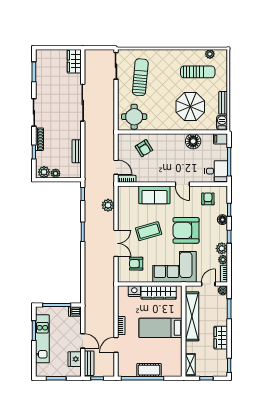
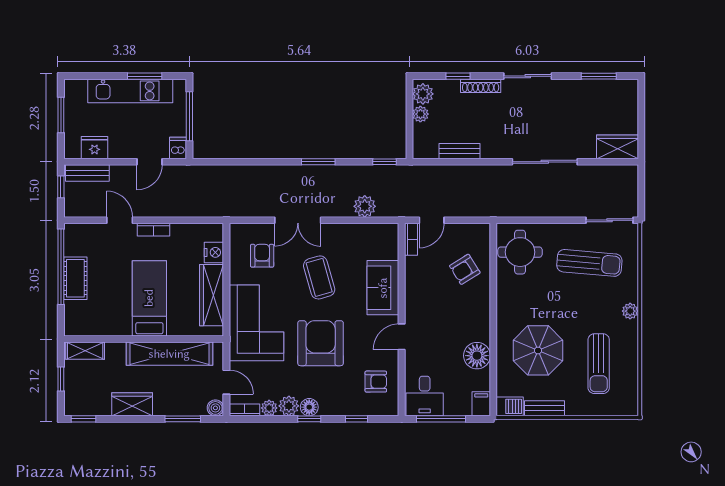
plant: (210, 54) -> (630, 311), moved
floor lamp: (222, 220) -> (309, 407), moved
door: (83, 341) -> (149, 162), moved

